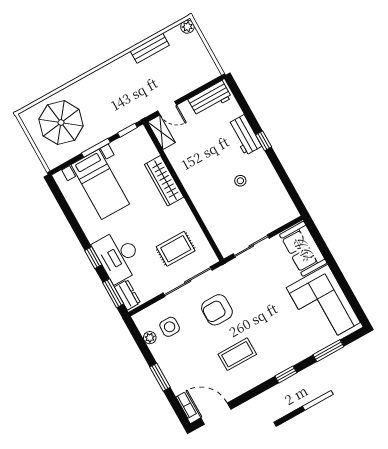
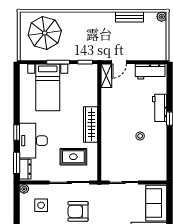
door: (167, 108) -> (119, 62), hinge flipped
wardrobe: (164, 181) -> (90, 124), moved
plant: (150, 338) -> (24, 189), moved

